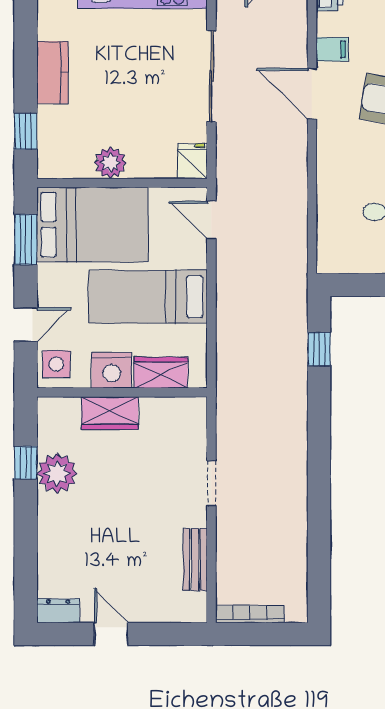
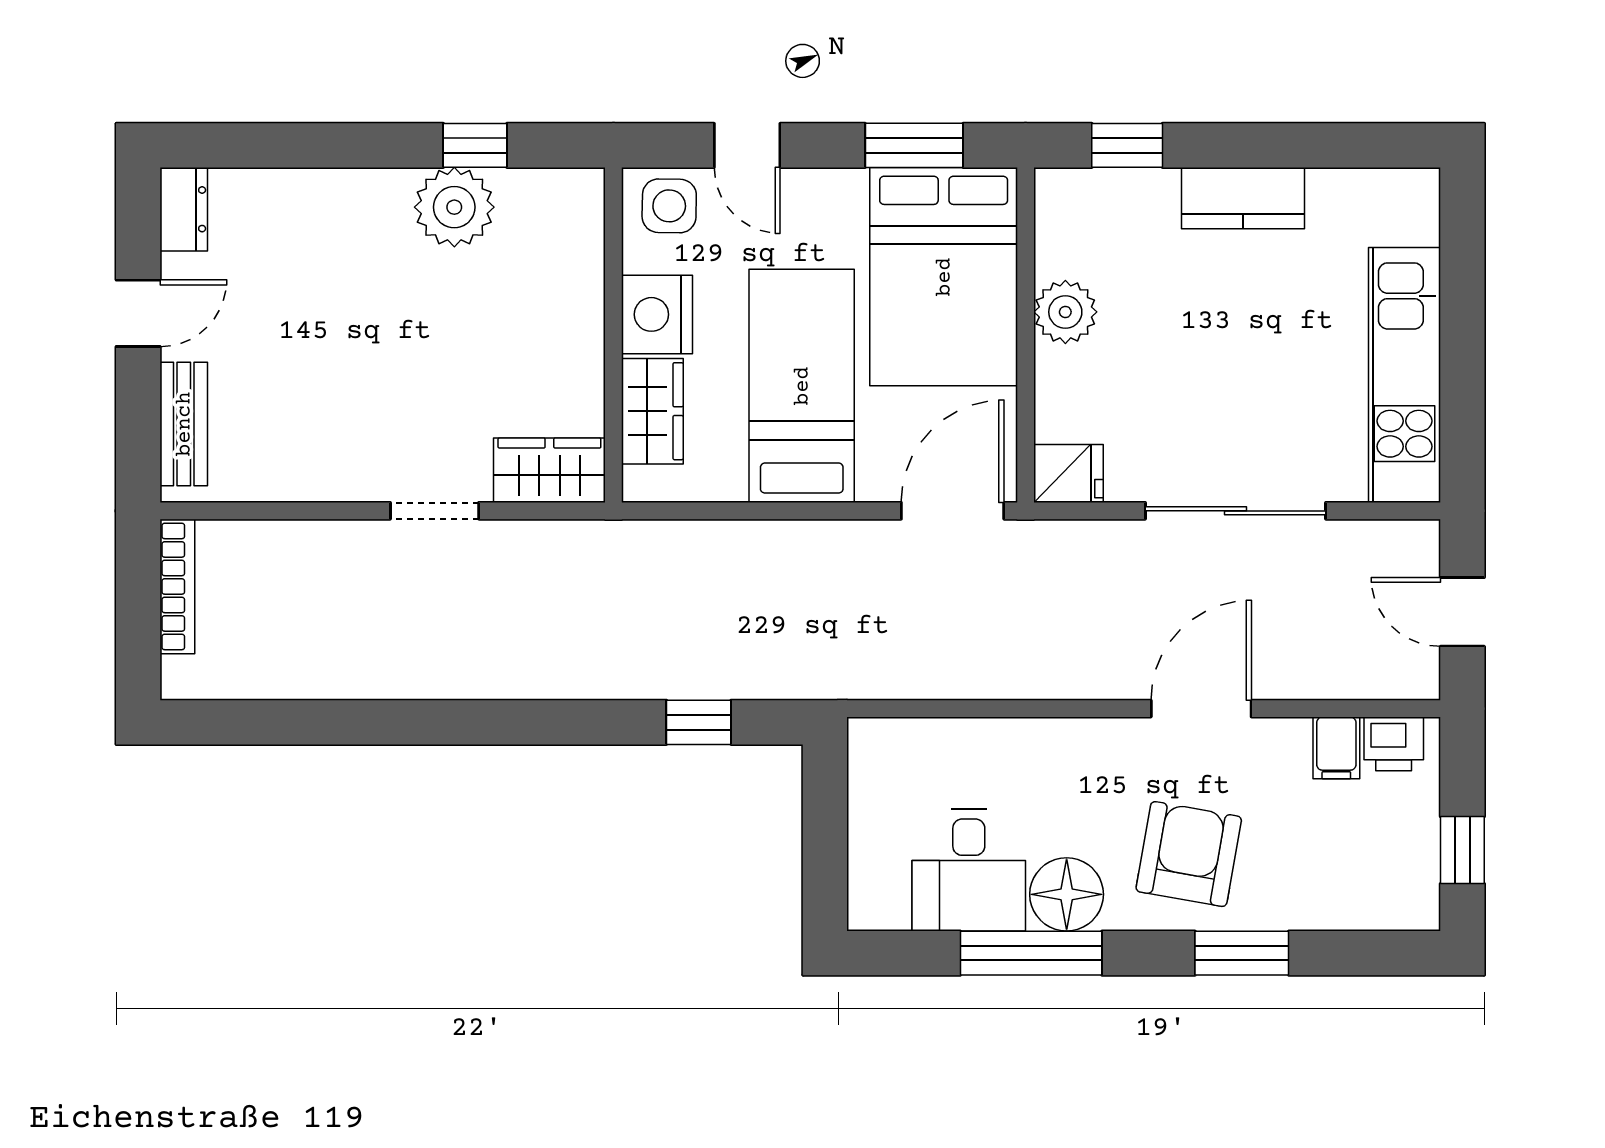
filing cabinet: (332, 49) -> (1336, 748), moved
door: (211, 220) -> (953, 511), width x1.38
wardrobe: (110, 413) -> (549, 470), moved, turned 90
bench: (195, 560) -> (184, 424), moved, turned 90

